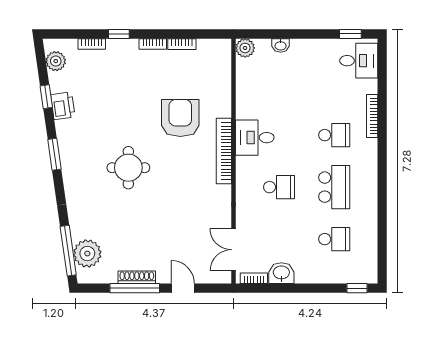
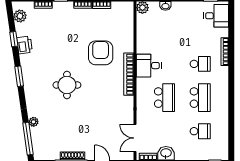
school desk: (279, 187) -> (164, 98), width x1.85
plant: (87, 254) -> (33, 122), moved, width x0.53, depth x0.53

